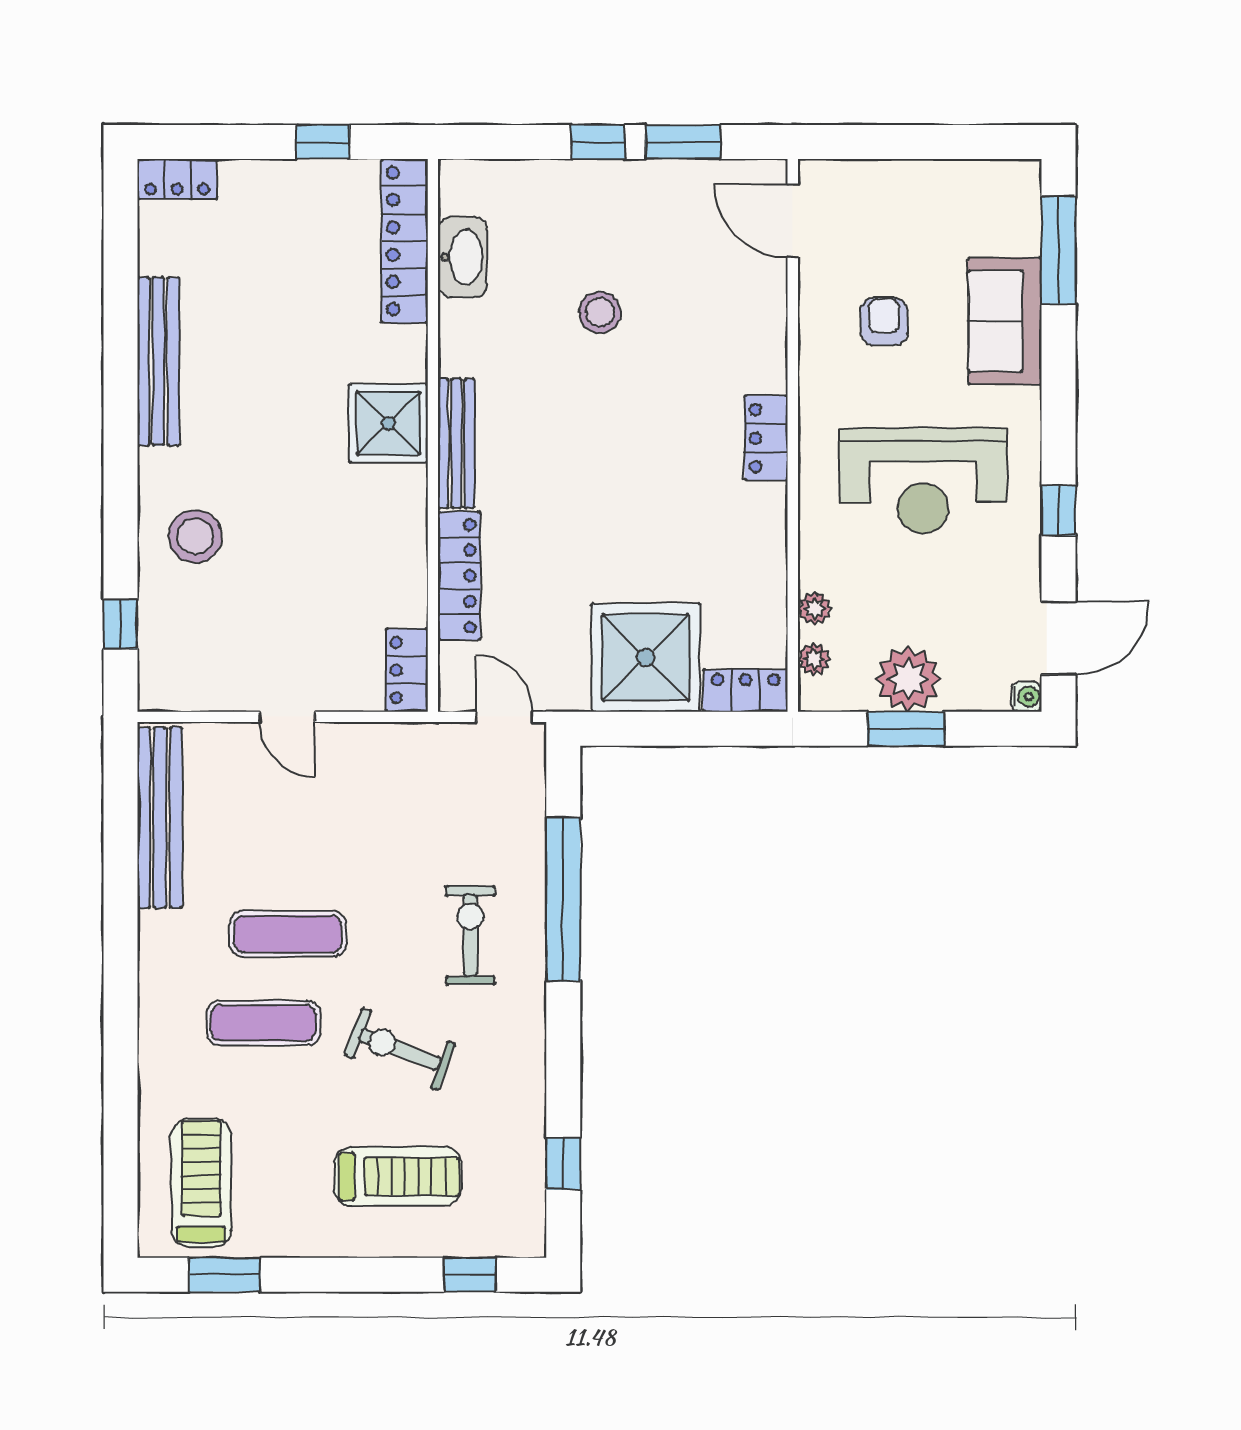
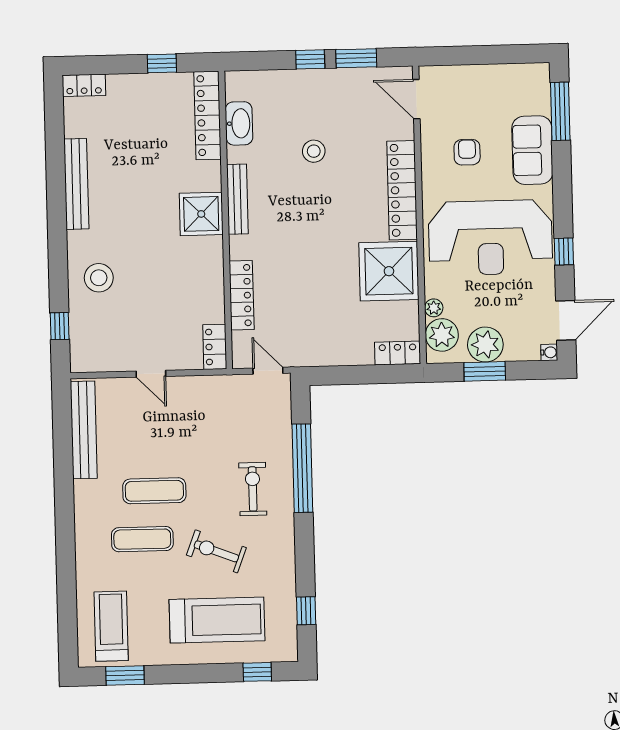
locker: (766, 438) -> (402, 190), width x2.16, depth x1.21
bench: (456, 443) -> (237, 199), moved
reception desk: (923, 481) -> (490, 238), width x1.36, depth x1.30
shower: (646, 658) -> (389, 271), moved
plant: (814, 659) -> (442, 335), width x1.87, depth x1.87
treadmill: (398, 1177) -> (217, 620), width x1.37, depth x1.38

